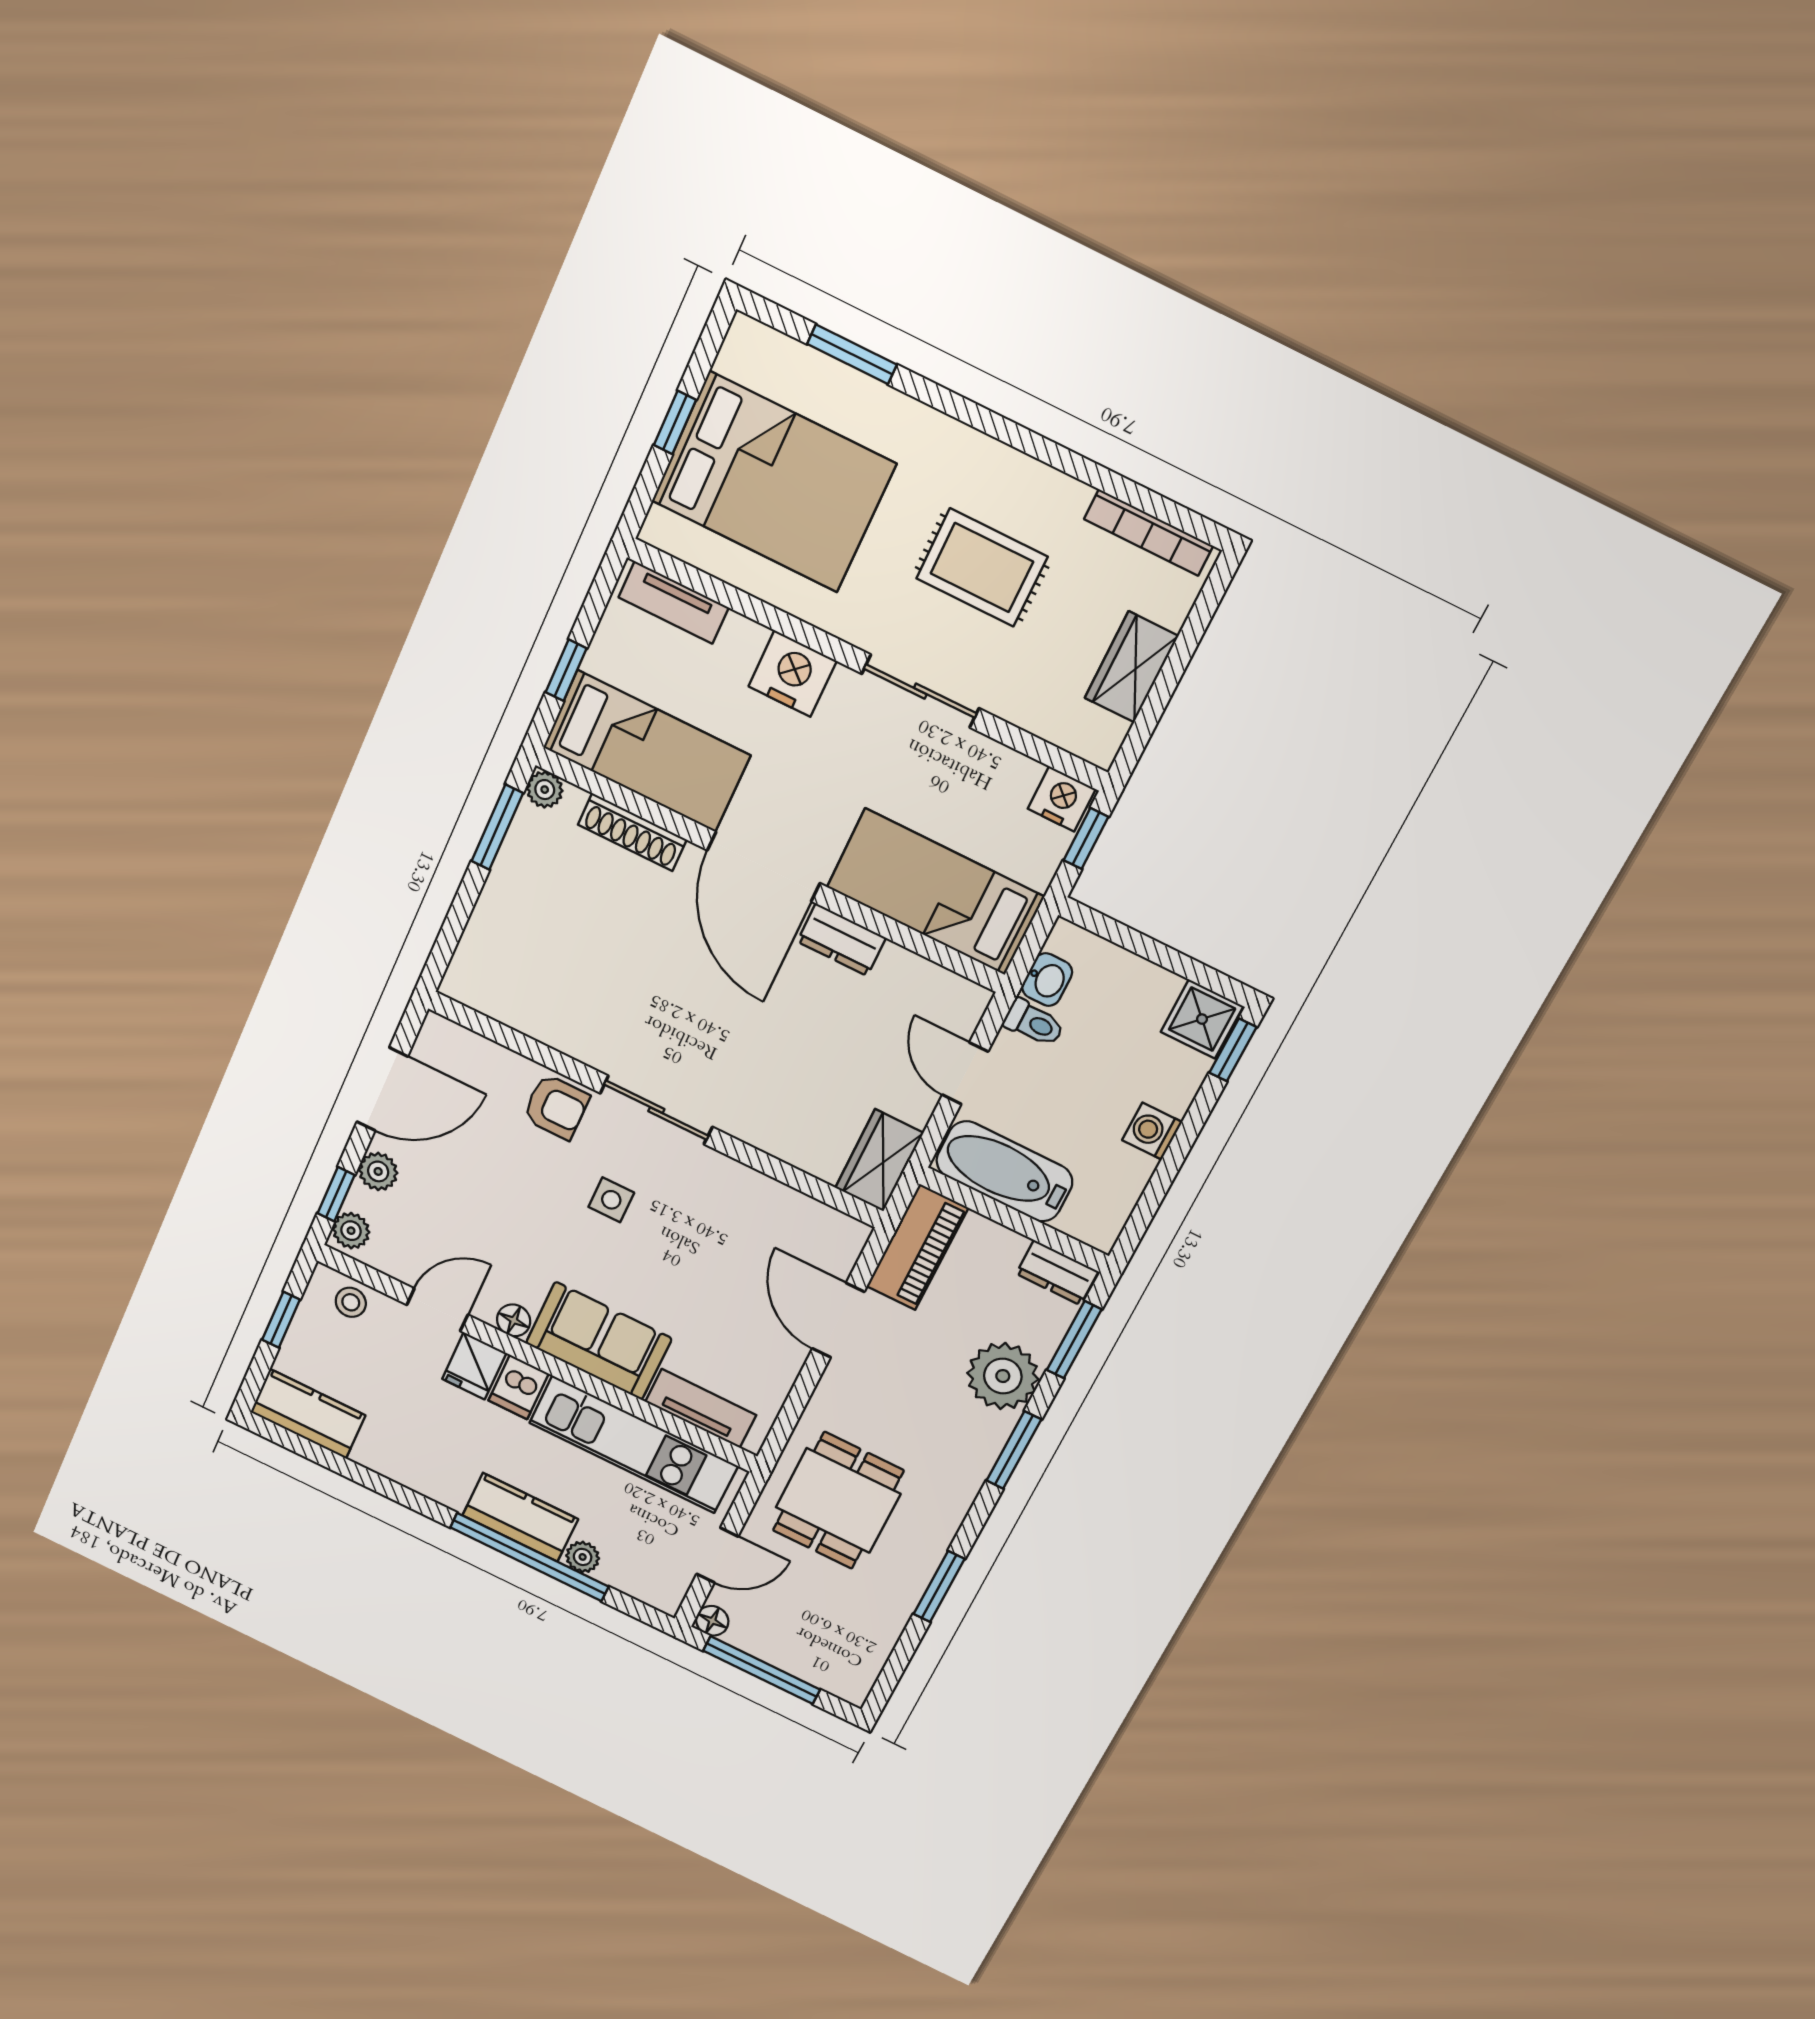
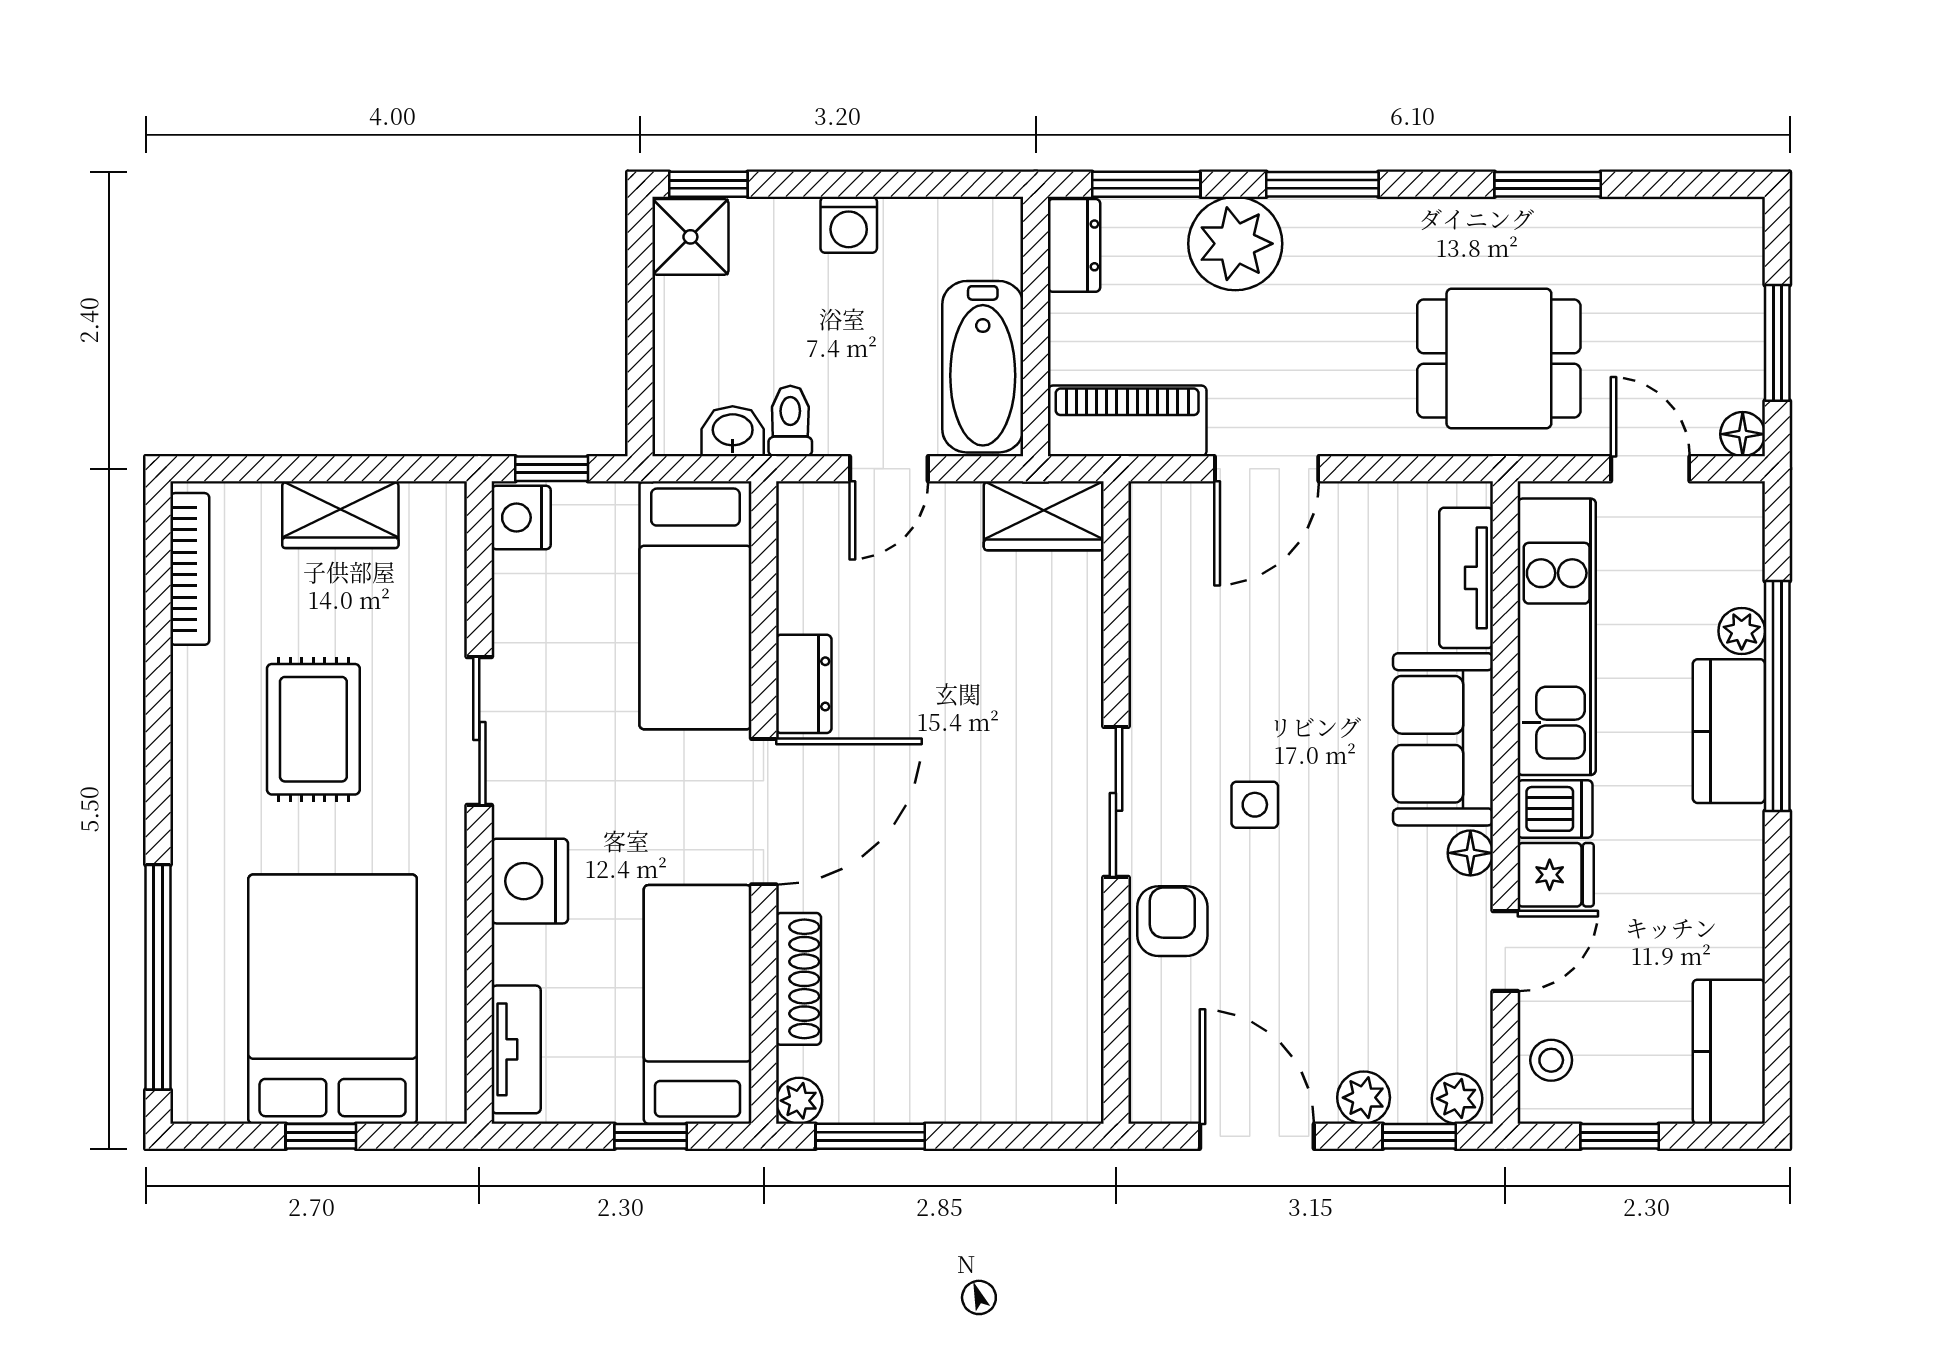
window: (852, 354) -> (158, 977), width x2.11
door: (437, 1310) -> (1505, 951), swing flipped
window: (762, 1670) -> (1777, 343), width x0.69

